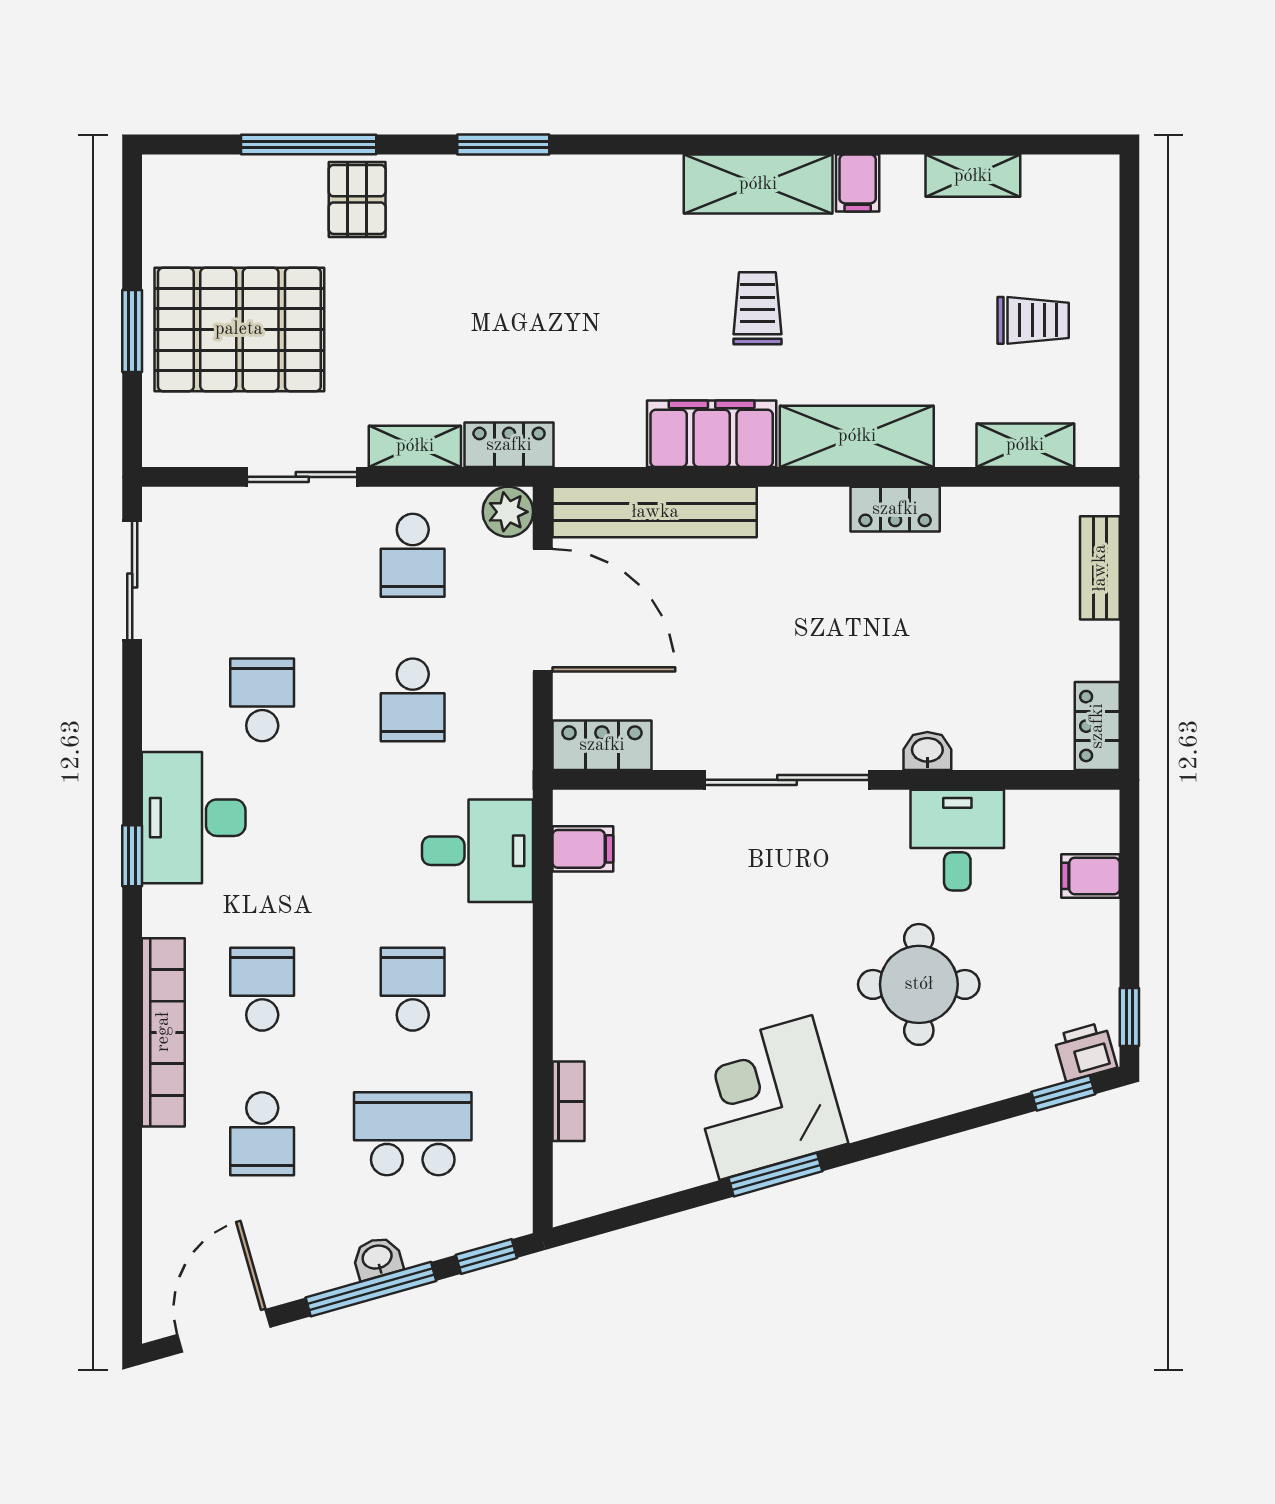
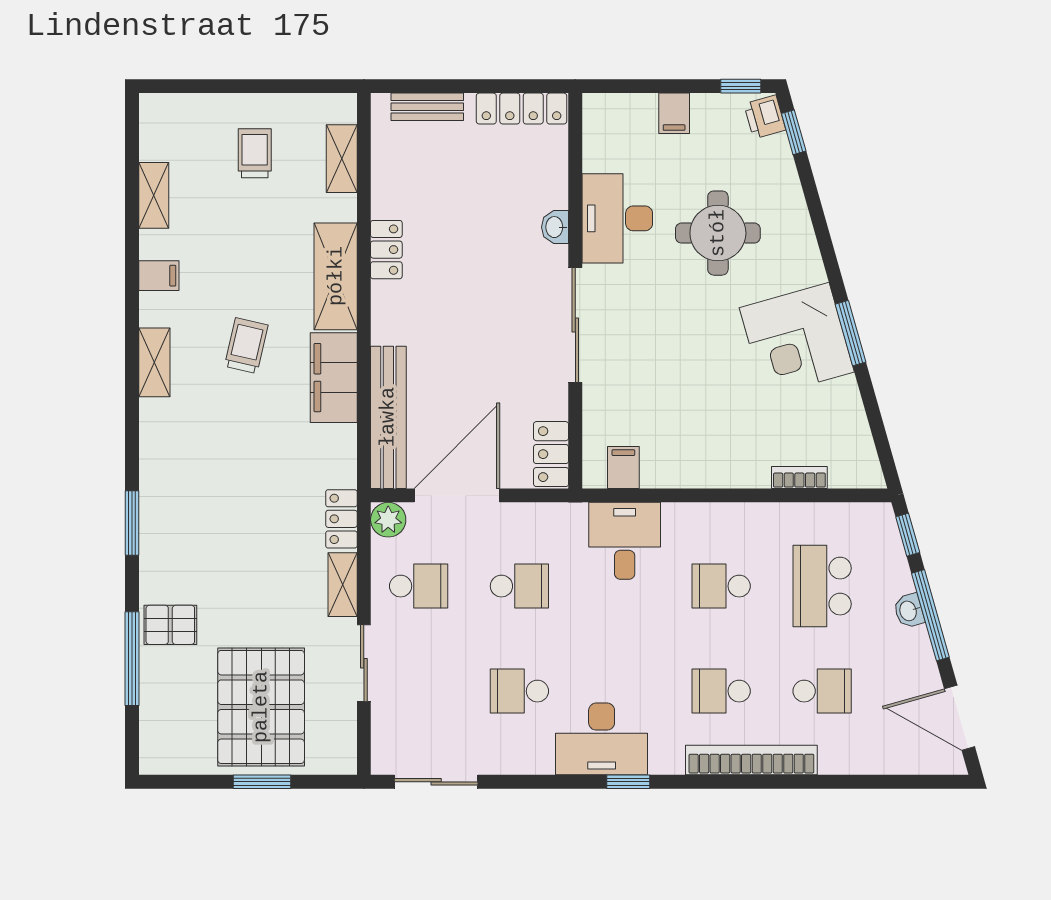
shelving: (758, 184) -> (154, 362), width x0.67, depth x0.75
trolley: (757, 308) -> (246, 346), turned 103
locker: (1097, 726) -> (522, 109), width x1.53
desk: (957, 840) -> (617, 218), width x1.37
filing cabinet: (1090, 876) -> (674, 113), moved

